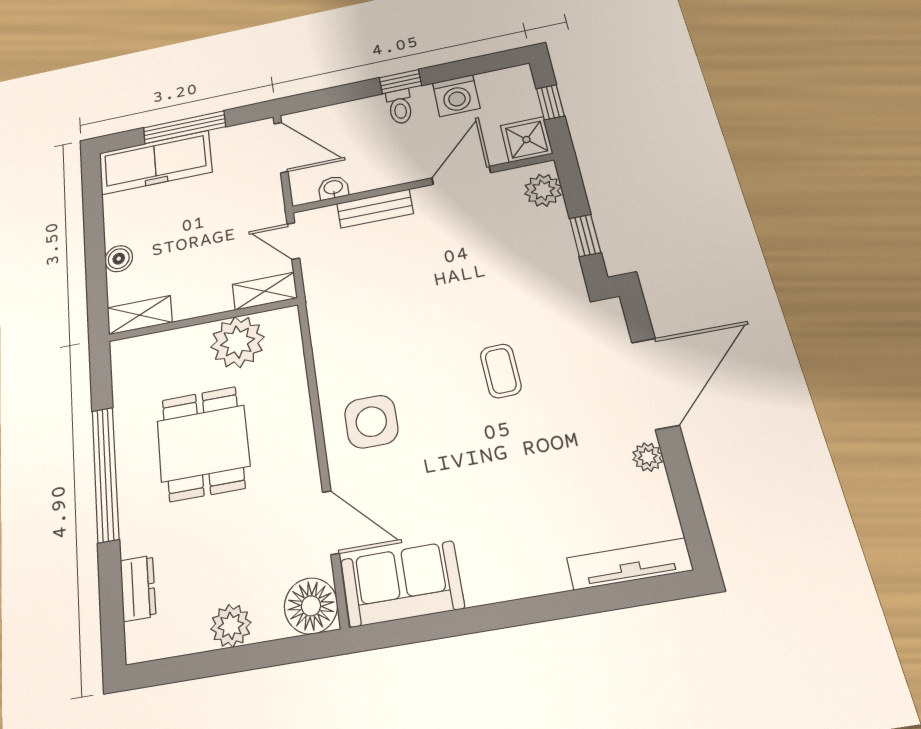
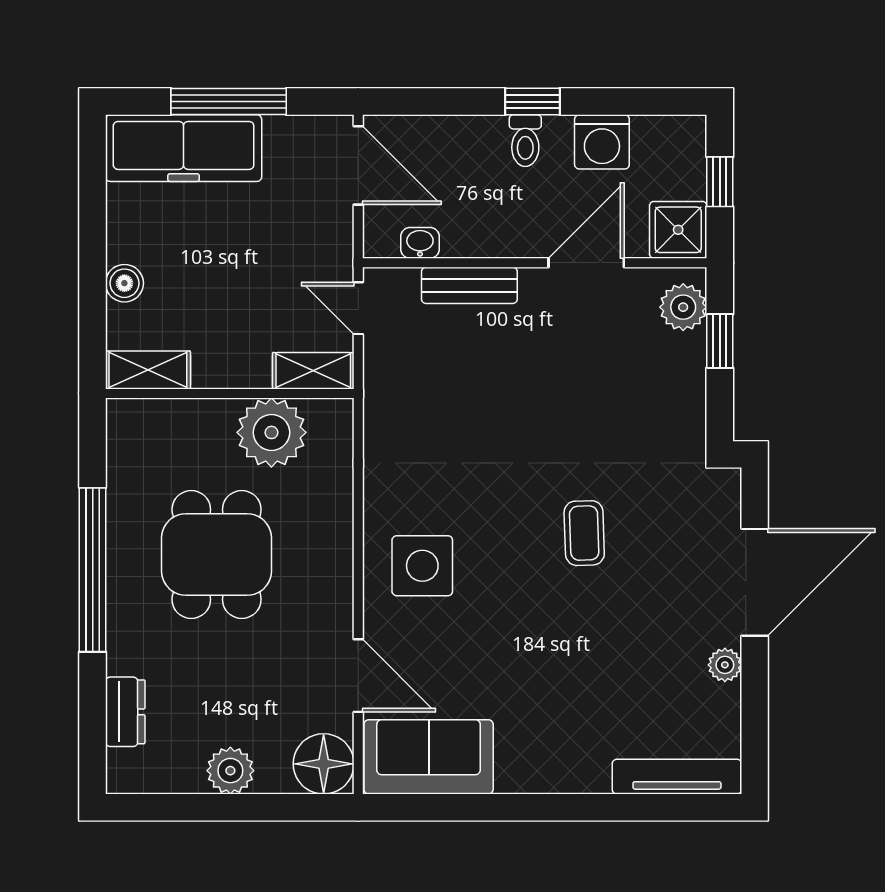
window: (585, 235) -> (720, 341), moved

